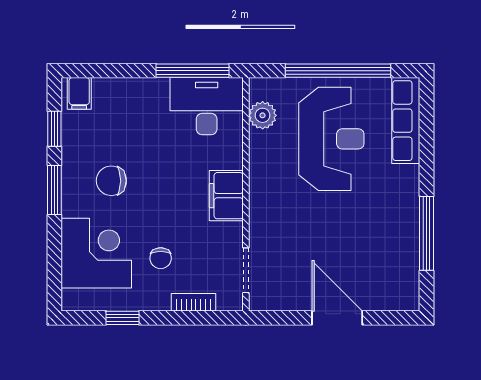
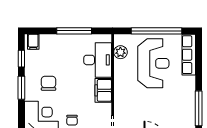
window: (193, 71) -> (74, 31), moved
desk: (207, 106) -> (98, 60), moved, turned 90
chair: (111, 181) -> (49, 83), turned 90

